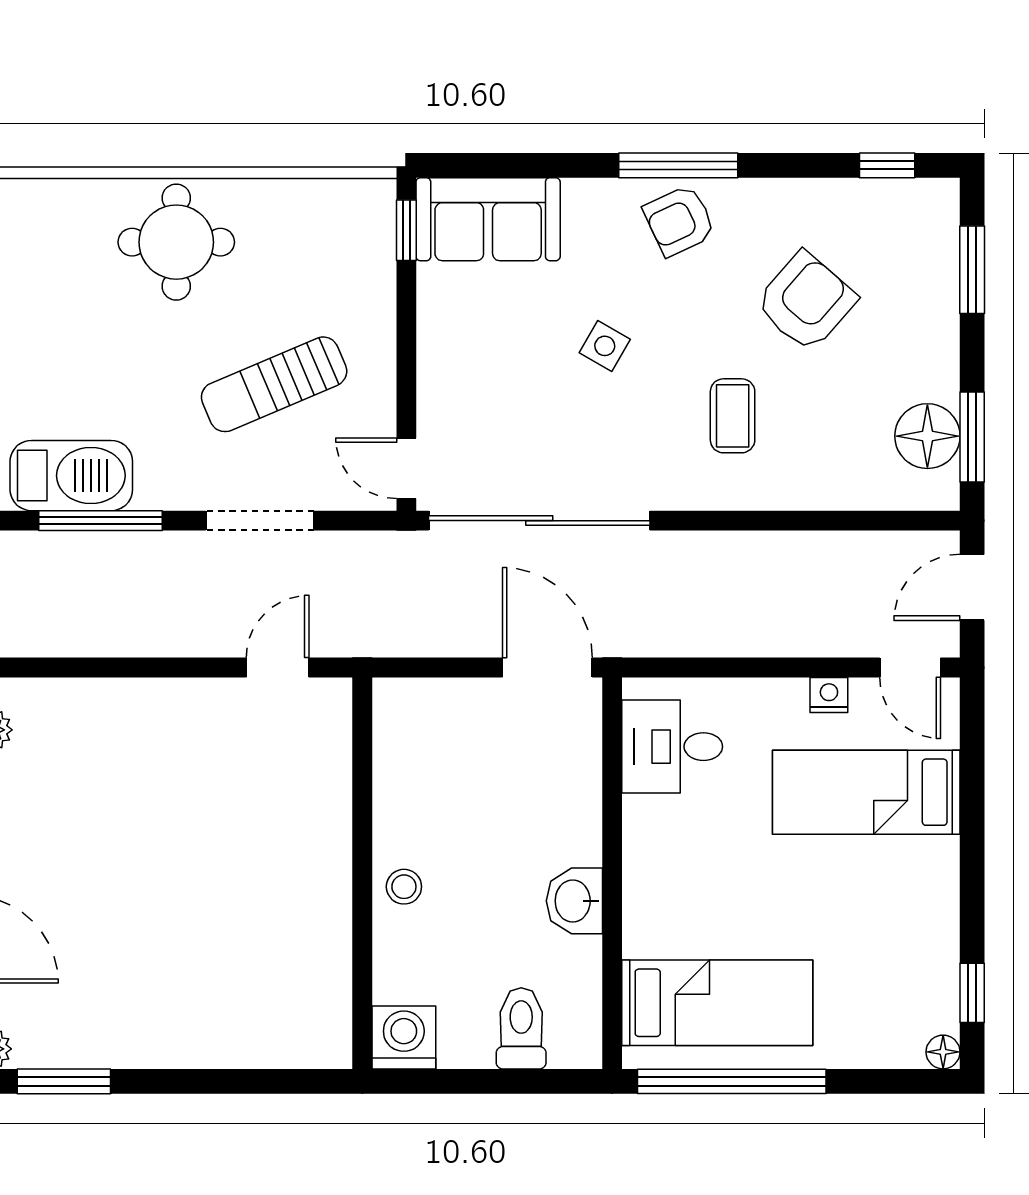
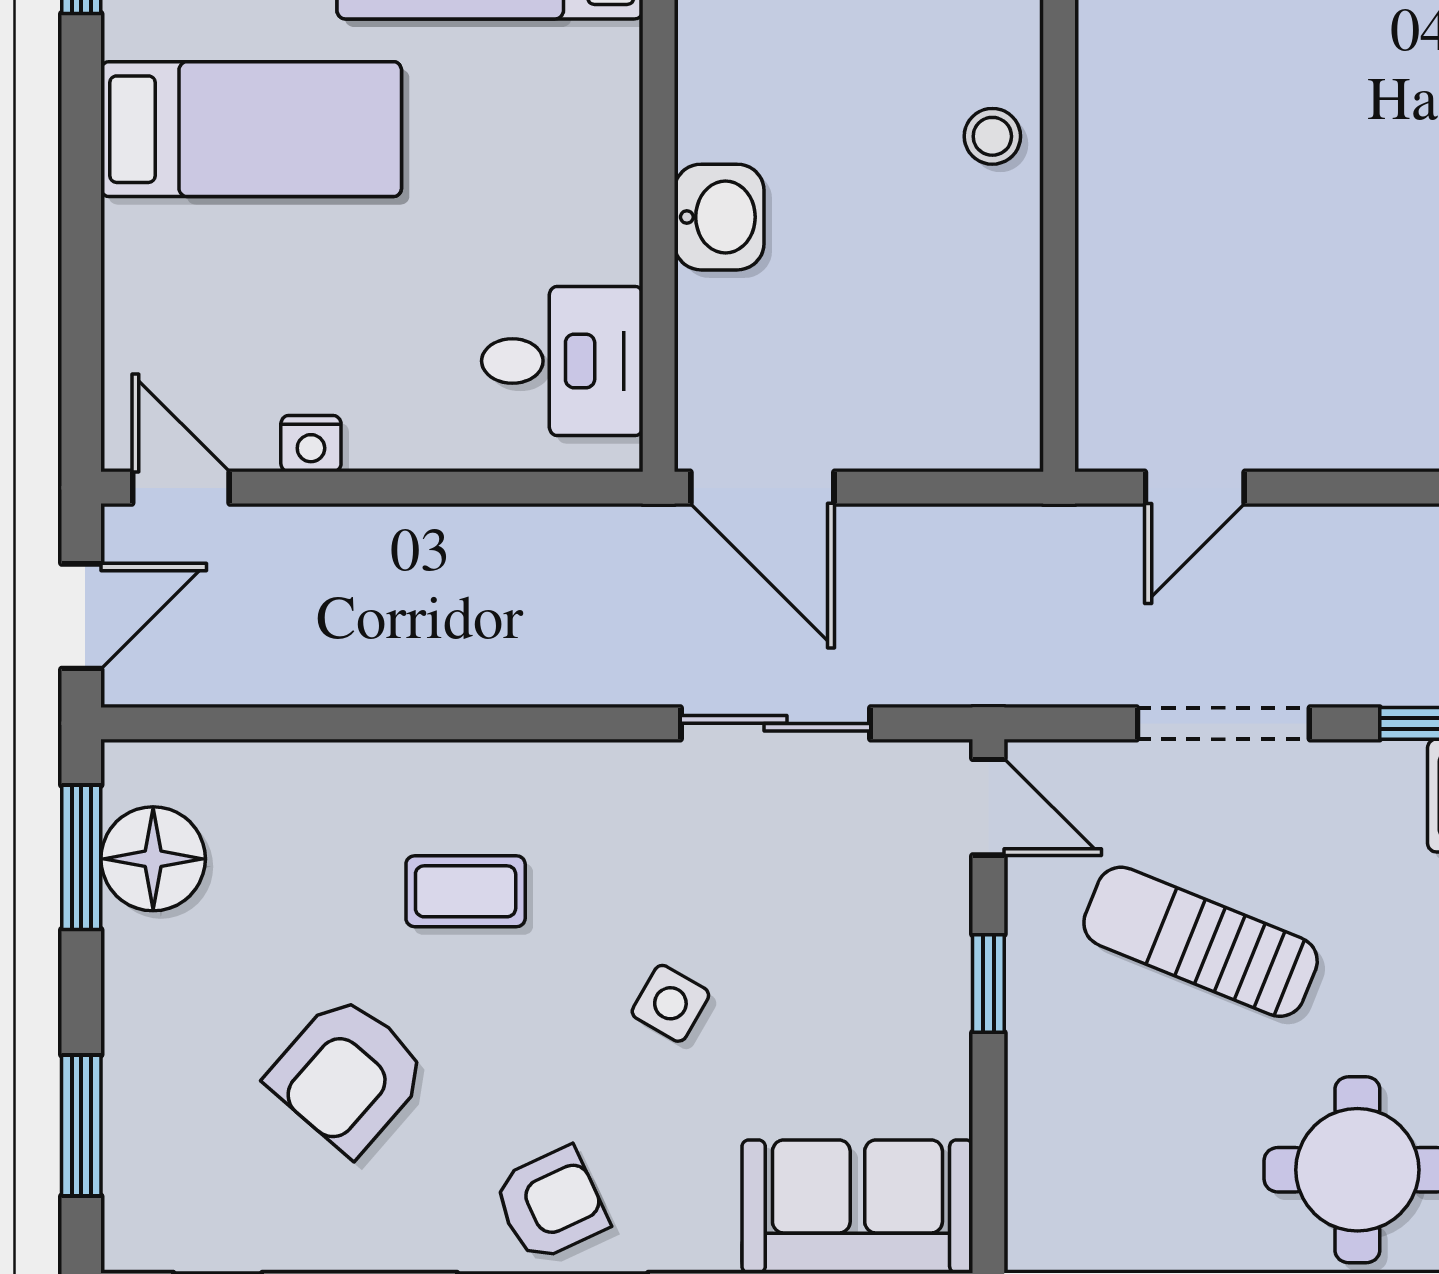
window: (406, 230) -> (988, 983), moved
sun lounger: (274, 384) -> (1201, 942), turned -135
coffee table: (733, 416) -> (466, 891), turned 90
sliding door: (539, 521) -> (775, 723), width x0.54
bed: (866, 792) -> (251, 129), moved
washbasin: (574, 901) -> (719, 217), moved

